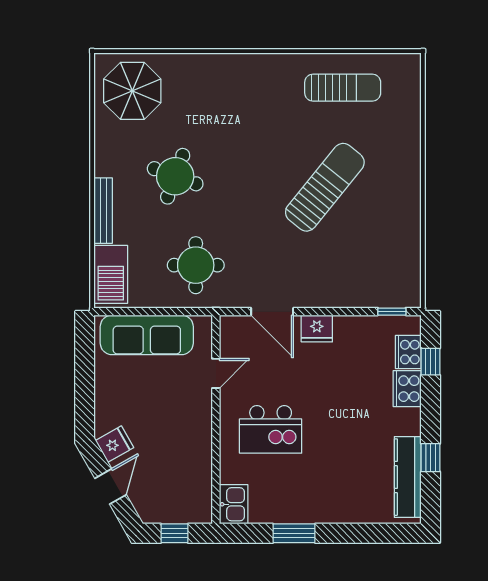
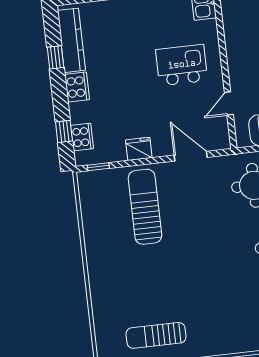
sun lounger: (325, 187) -> (145, 207), moved, turned 141
fridge: (317, 329) -> (139, 149), moved
cooker: (407, 389) -> (77, 87), moved

